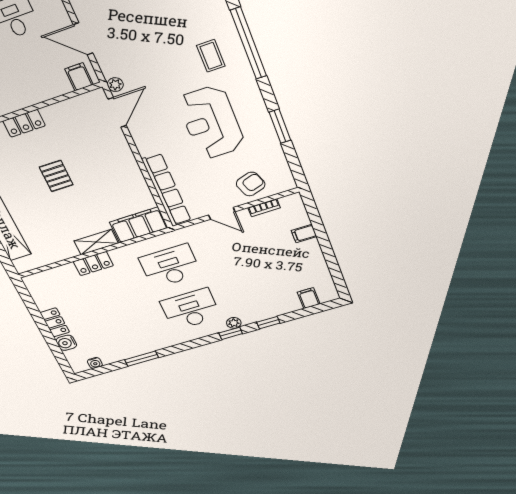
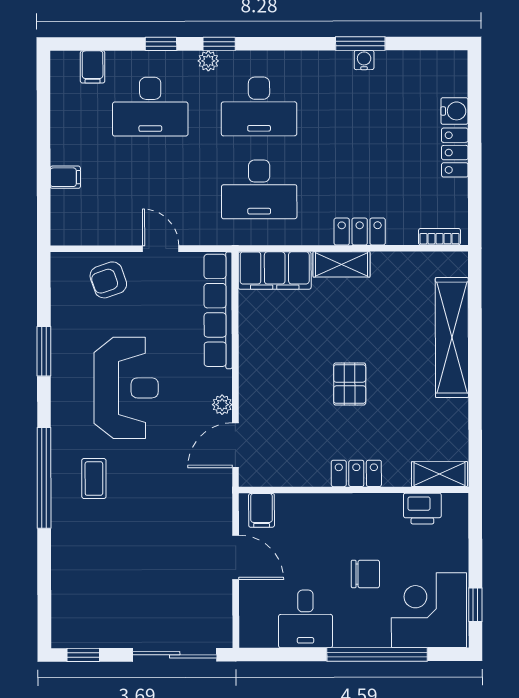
plant: (115, 85) -> (222, 405), moved
bookcase: (264, 208) -> (439, 237), moved
desk: (262, 289) -> (150, 107), added
water cooler: (95, 363) -> (364, 60), moved

